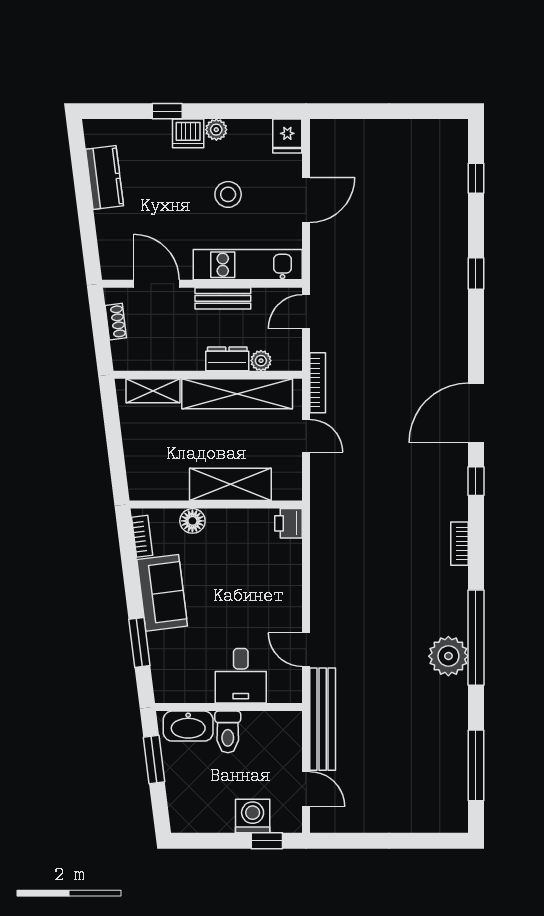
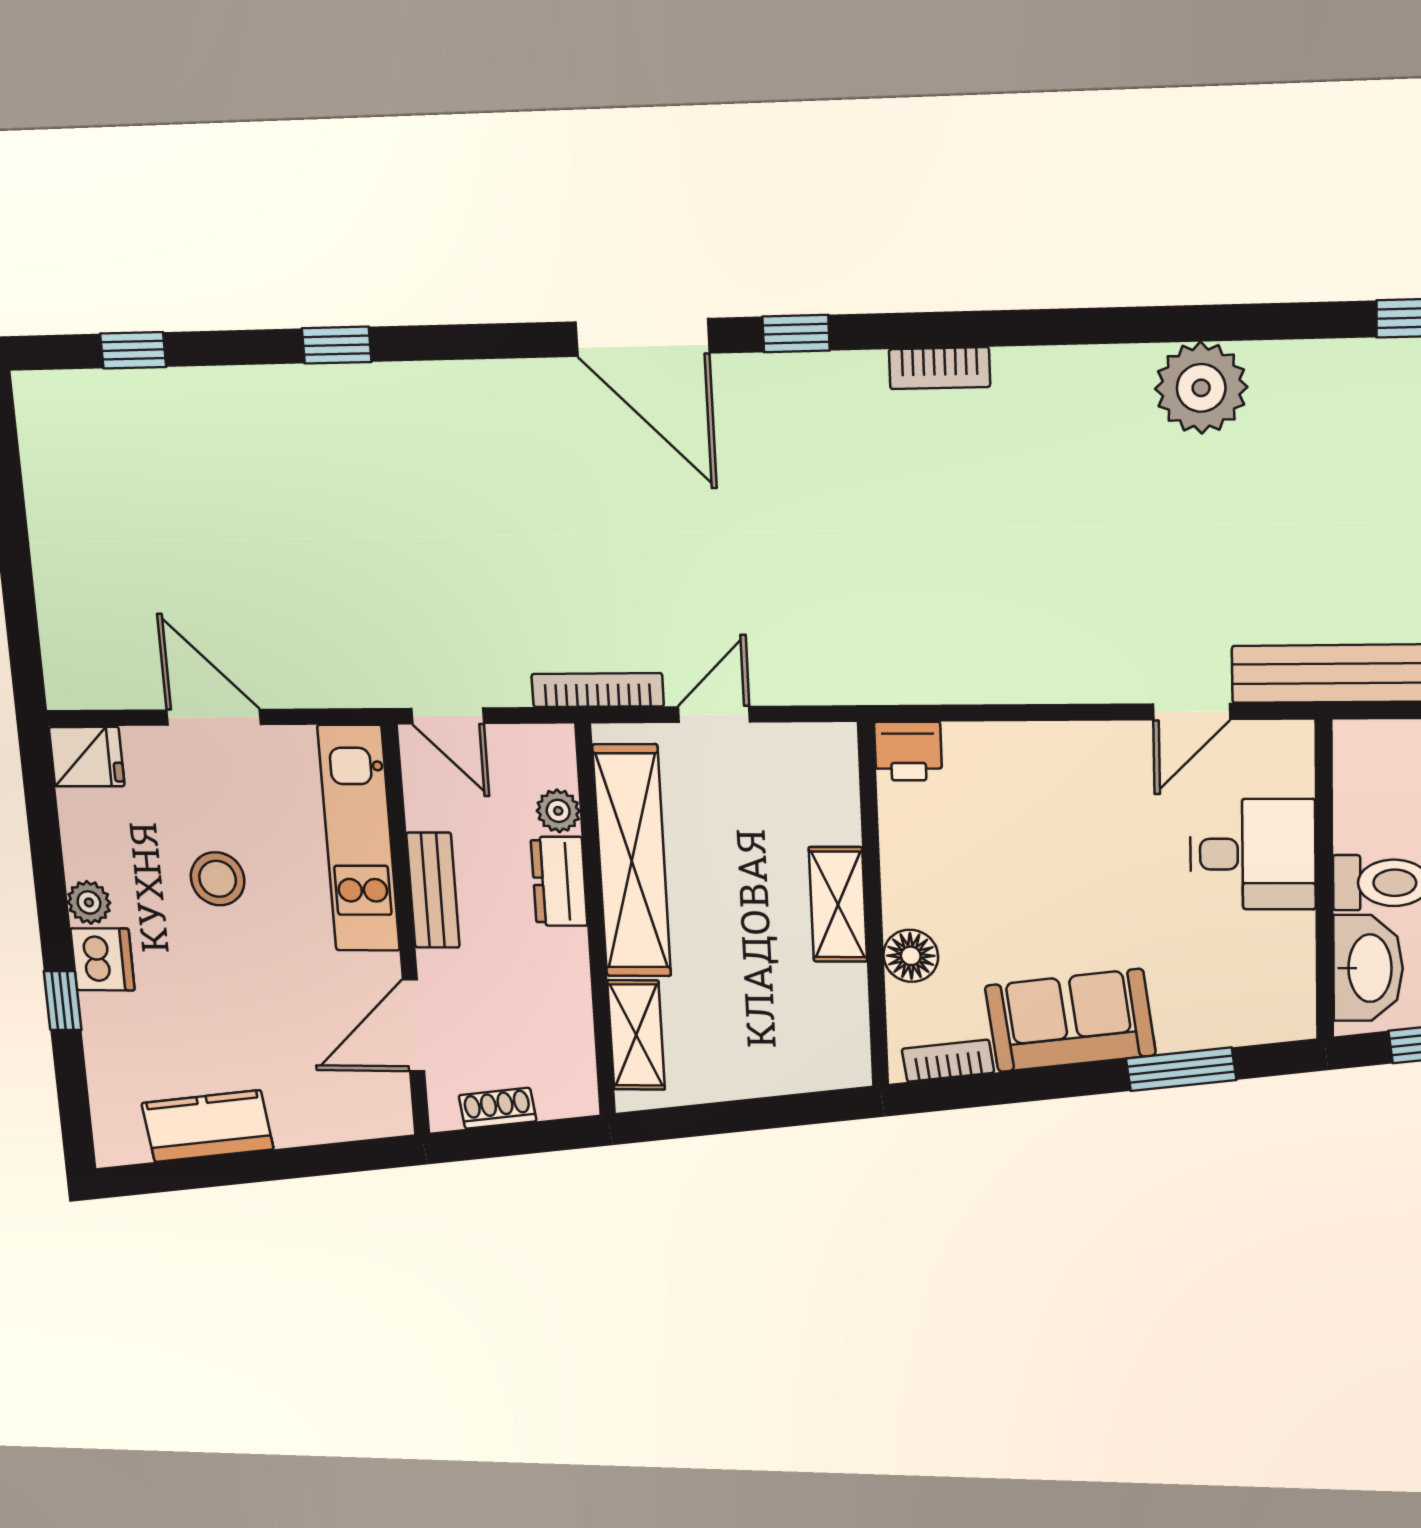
shelving: (230, 484) -> (838, 904), width x0.67, depth x0.75
window: (476, 638) -> (1157, 324), removed

